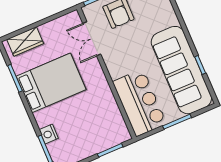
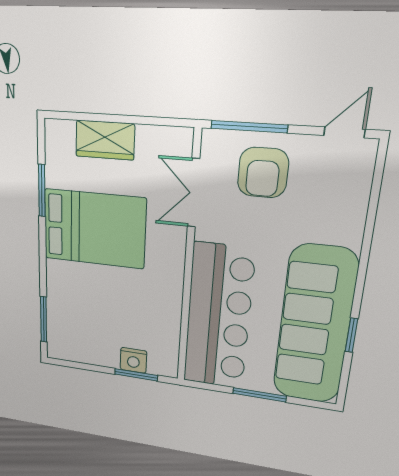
wardrobe: (25, 41) -> (105, 140), moved
bar counter: (140, 103) -> (218, 317), width x1.36
nightstand: (49, 134) -> (133, 360), moved, turned -90

